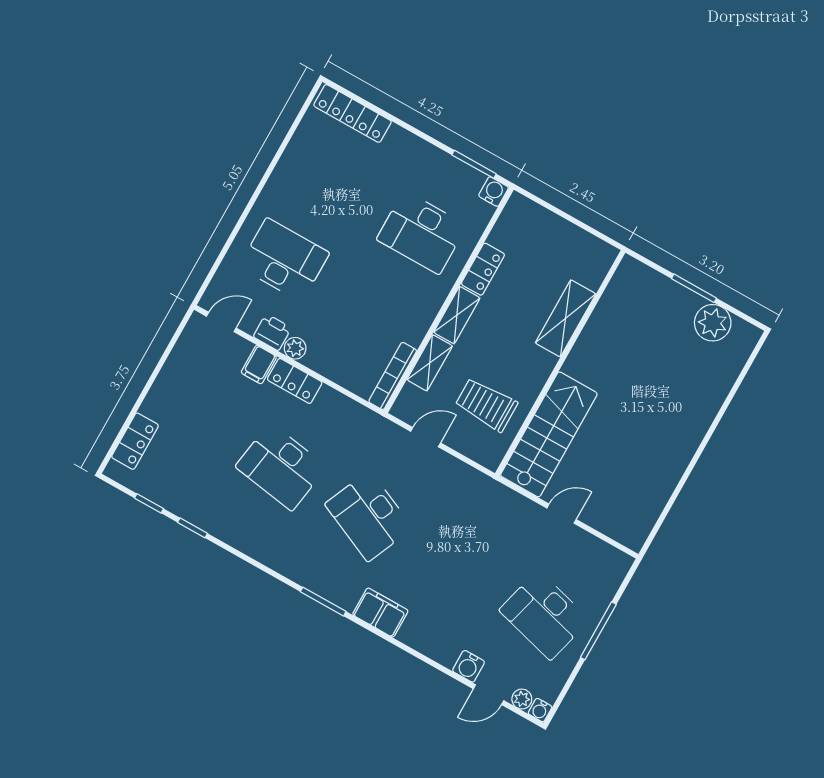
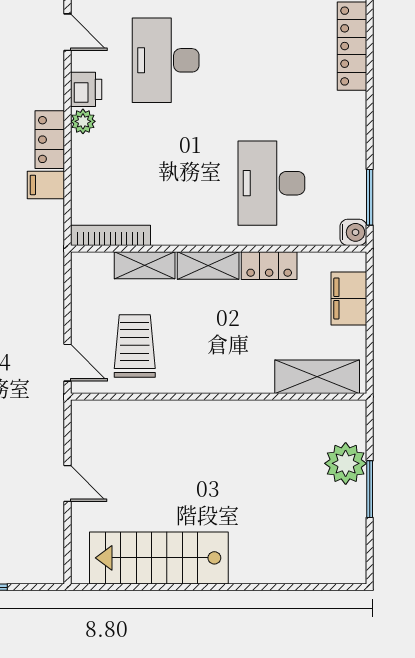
filing cabinet: (541, 223) -> (349, 298), added
desk: (284, 260) -> (166, 60), turned 180
shelving: (566, 318) -> (317, 377), moved
plant: (713, 323) -> (346, 463), moved
filing cabinet: (259, 365) -> (46, 185), moved
stairs: (549, 434) -> (159, 558), moved, turned 180
door: (426, 437) -> (67, 363), moved

